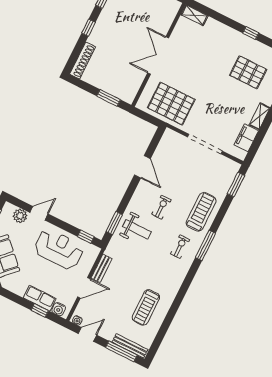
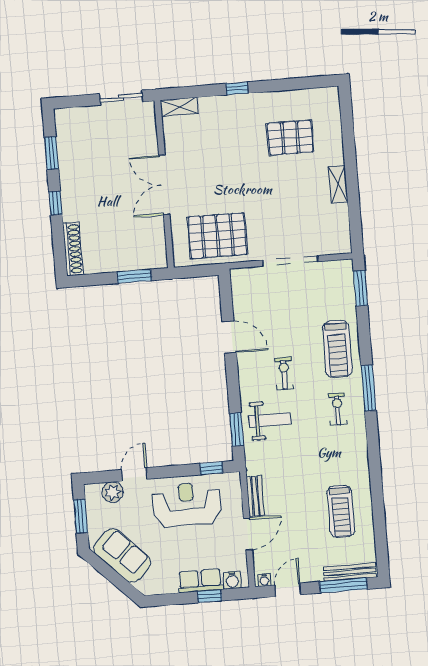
window: (251, 33) -> (237, 88), moved
filing cabinet: (246, 138) -> (338, 222), removed
treadmill: (201, 212) -> (337, 349), turned 180

